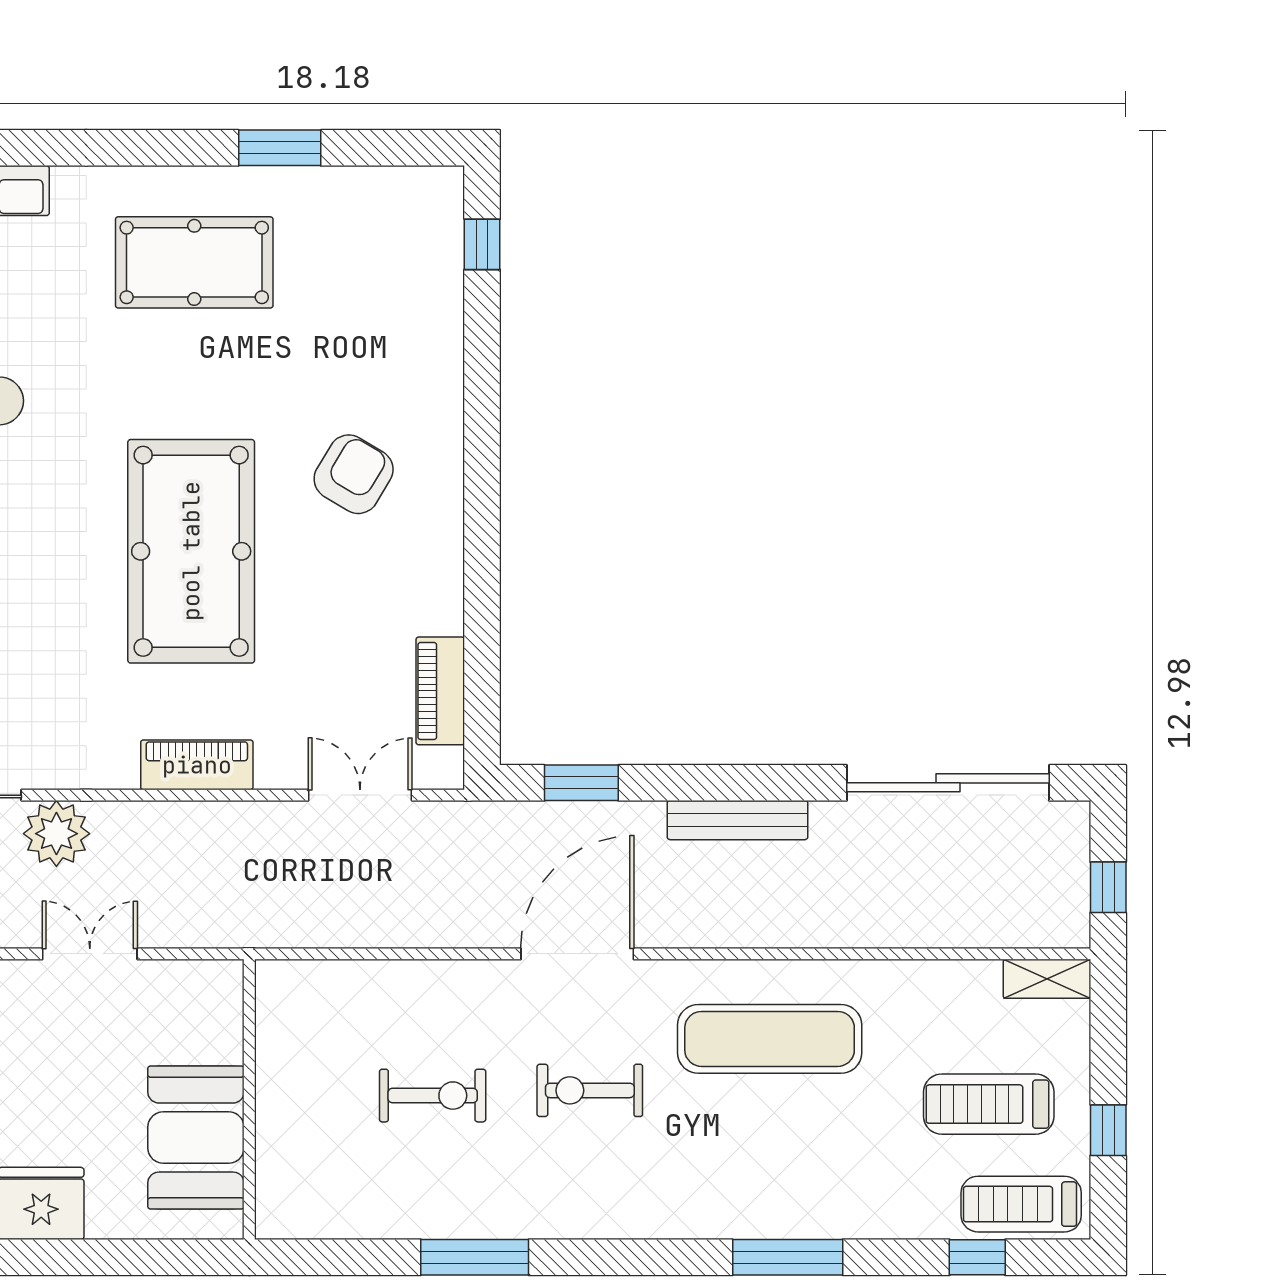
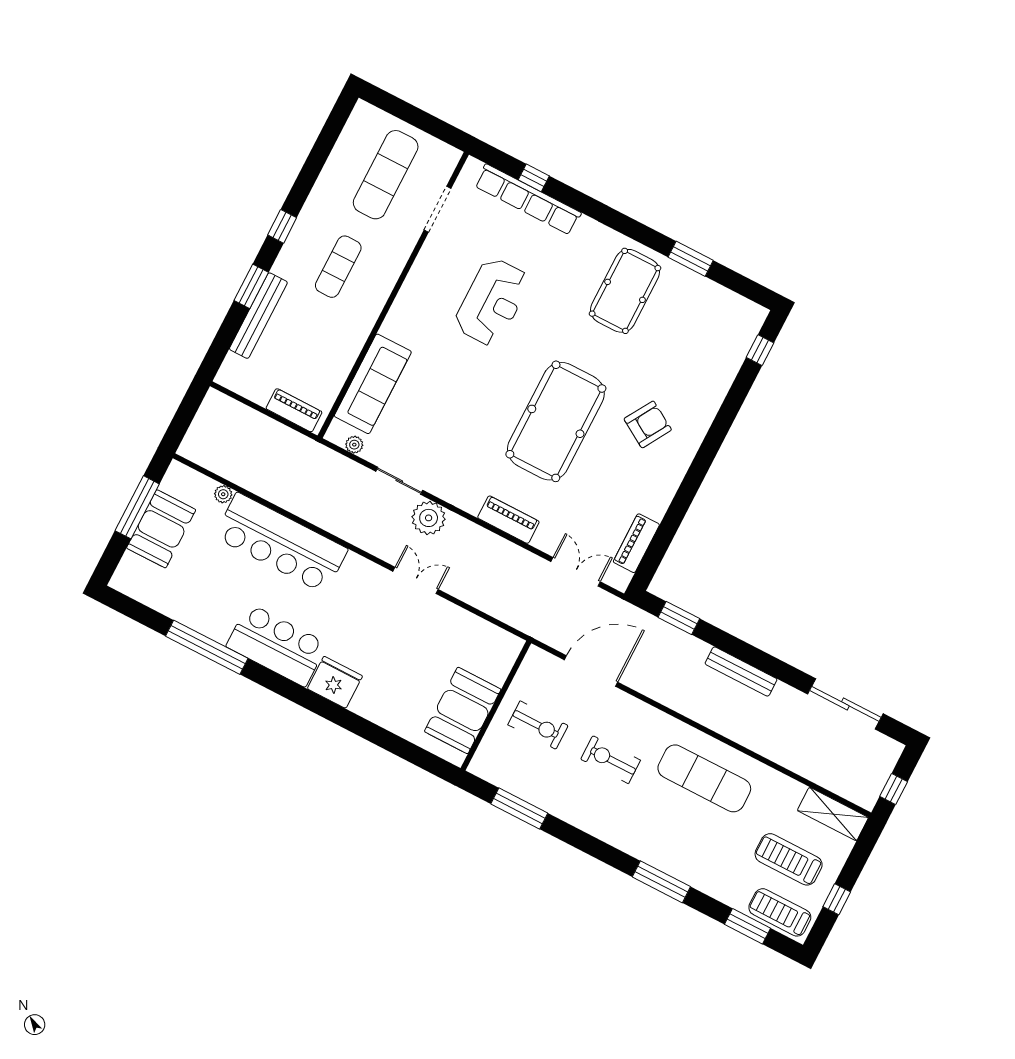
pool table: (194, 262) -> (625, 291), turned 90
sliding door: (948, 783) -> (845, 704), width x0.73
door: (577, 954) -> (591, 671), moved
shelving: (1047, 979) -> (833, 814), width x1.50, depth x1.33
wall: (249, 1099) -> (496, 706), moved
booth: (196, 1138) -> (463, 710), moved
window: (977, 1257) -> (747, 926), width x1.50

